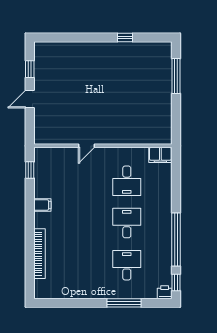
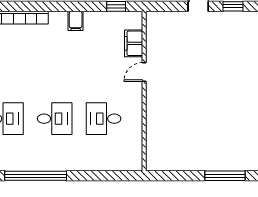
door: (86, 146) -> (144, 72), hinge flipped
filing cabinet: (160, 155) -> (134, 43), moved

